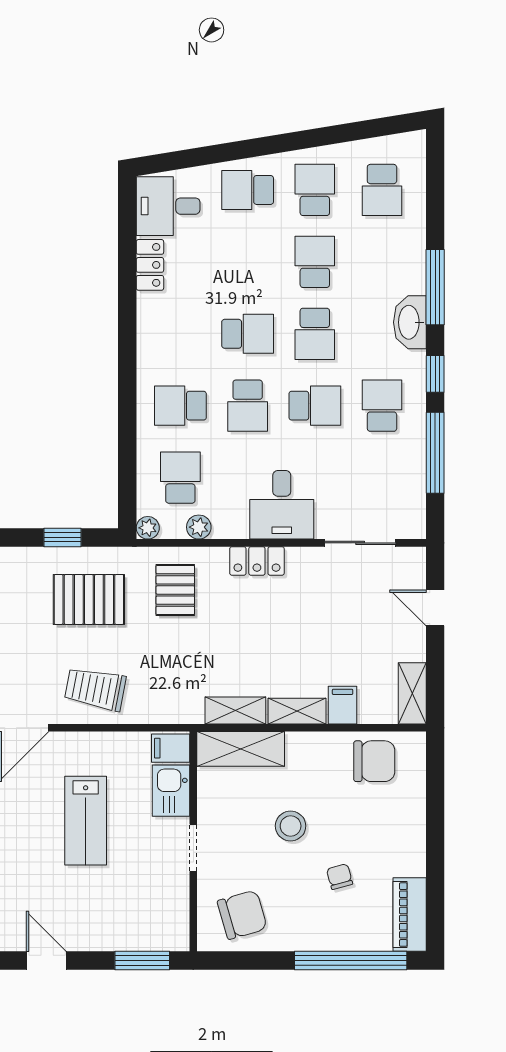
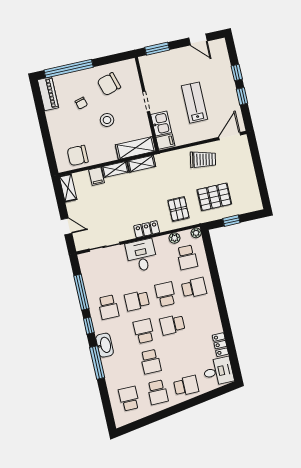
chair: (242, 915) -> (109, 84), moved

